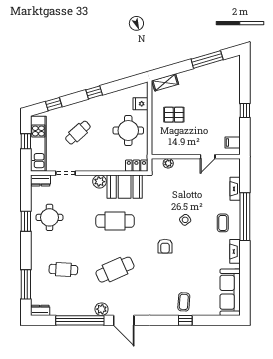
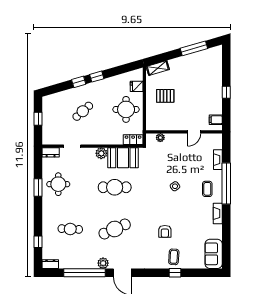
window: (54, 104) -> (79, 82), moved
kitchen unit: (38, 144) -> (49, 121), removed
armchair: (165, 246) -> (165, 231), moved
window: (26, 284) -> (38, 242), width x0.46
sofa: (230, 292) -> (214, 254), width x0.73

